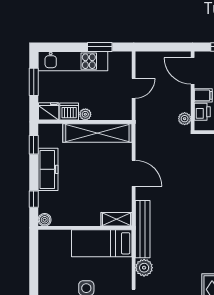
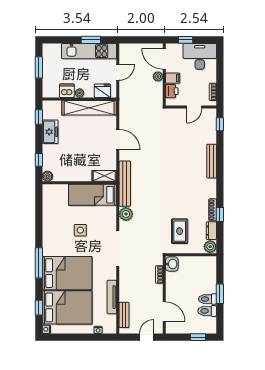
kitchen unit: (73, 61) -> (89, 51), moved
fridge: (49, 111) -> (102, 91), moved
plant: (185, 119) -> (158, 76), moved
freezer: (48, 169) -> (50, 132), width x0.71

